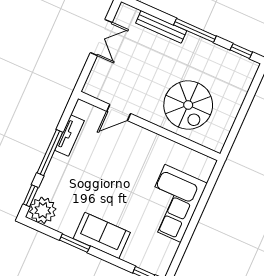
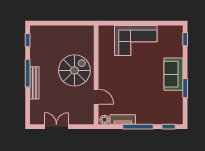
bench: (161, 27) -> (34, 83), moved
spiral stairs: (188, 105) -> (74, 70), moved
plant: (43, 210) -> (105, 120), moved, width x0.53, depth x0.53

